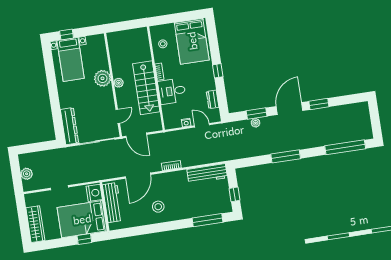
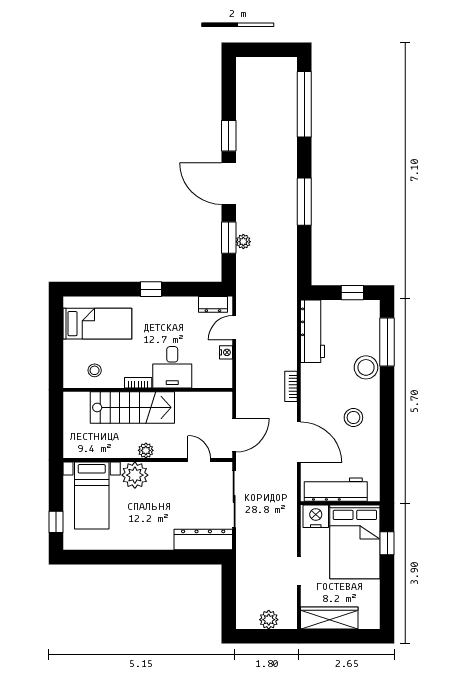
bed: (192, 41) -> (97, 324), width x0.67
bed with nightstands: (71, 59) -> (92, 495), moved, turned 90
stairs: (146, 88) -> (132, 407), moved
dresser: (213, 99) -> (213, 304), moved
stool: (190, 210) -> (366, 367), added
wardrobe: (35, 224) -> (329, 618), moved

